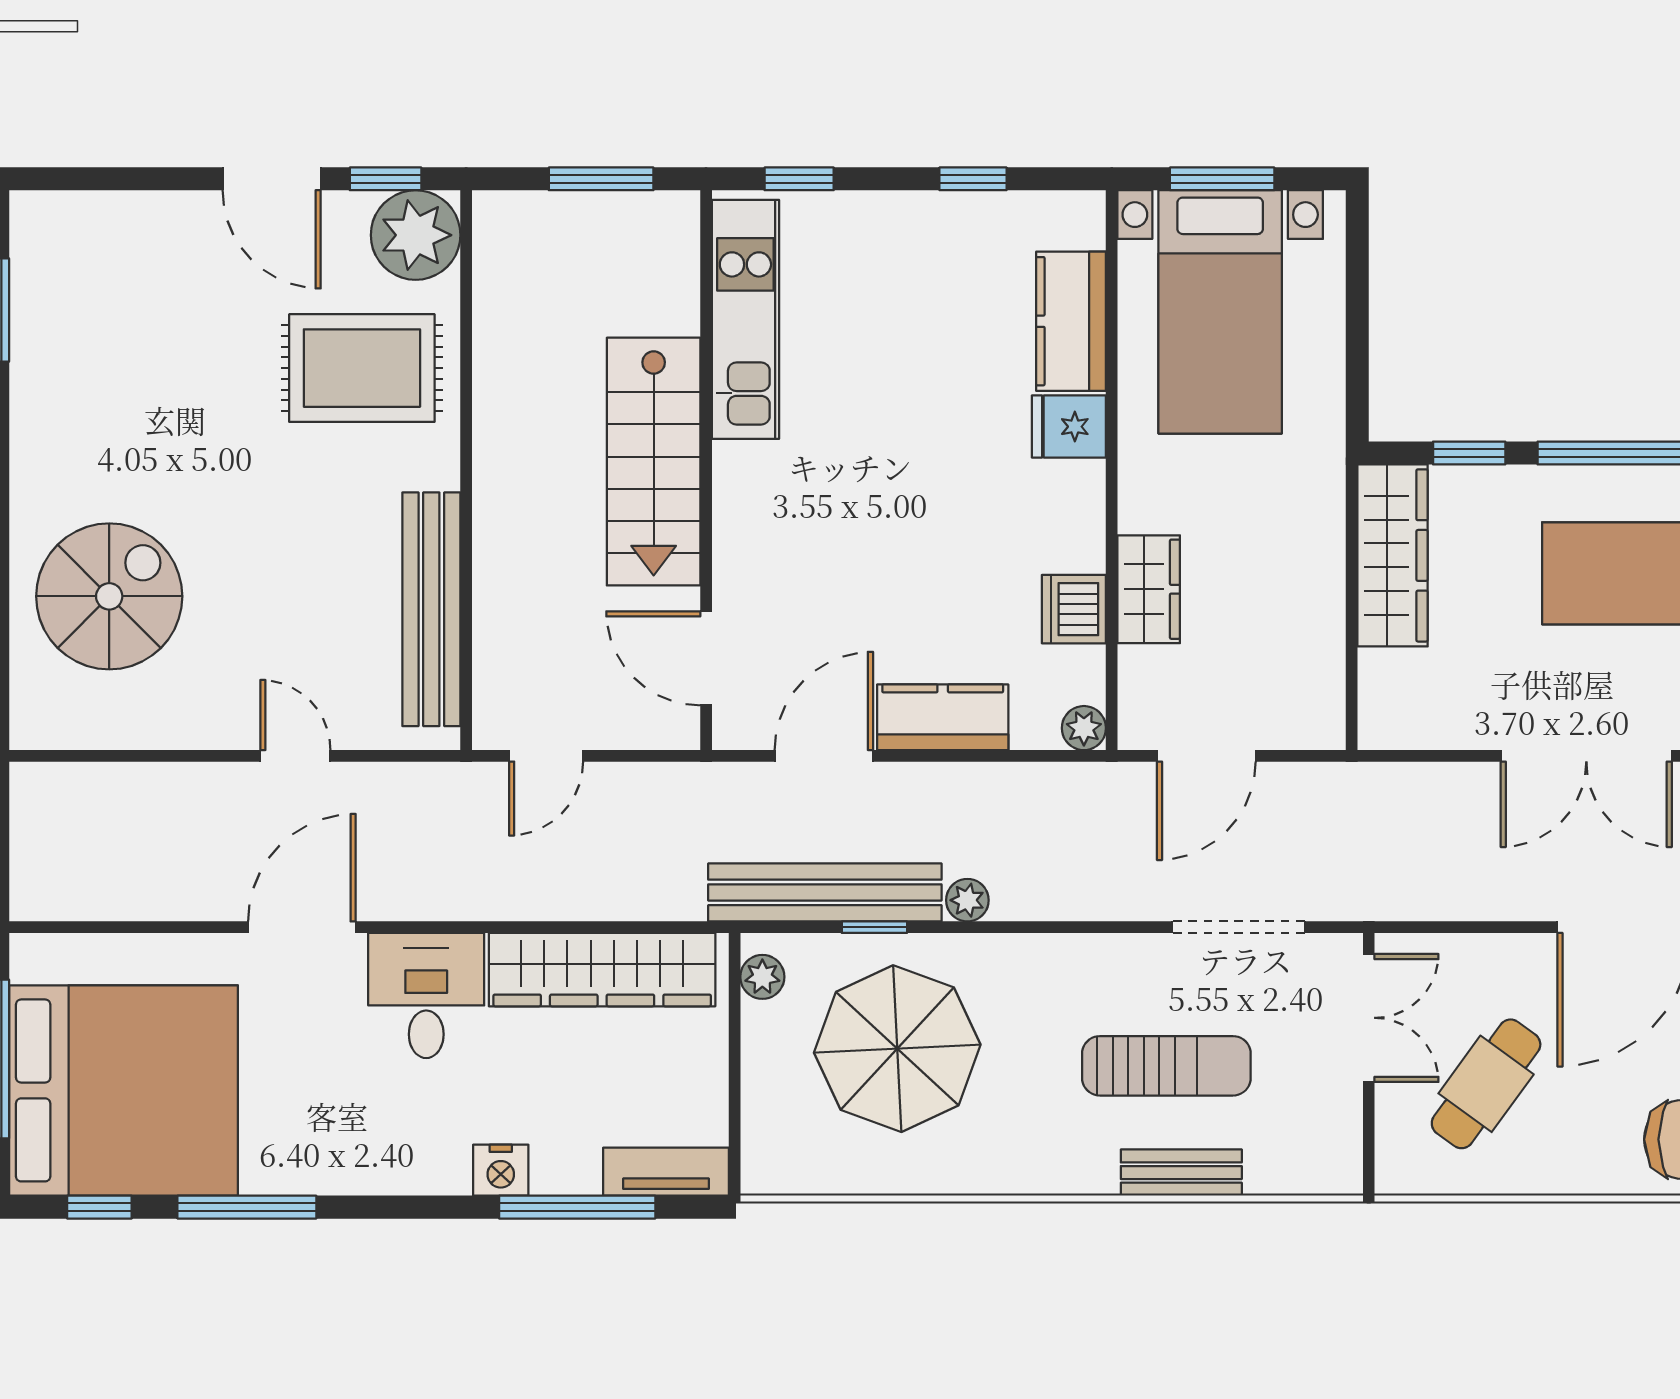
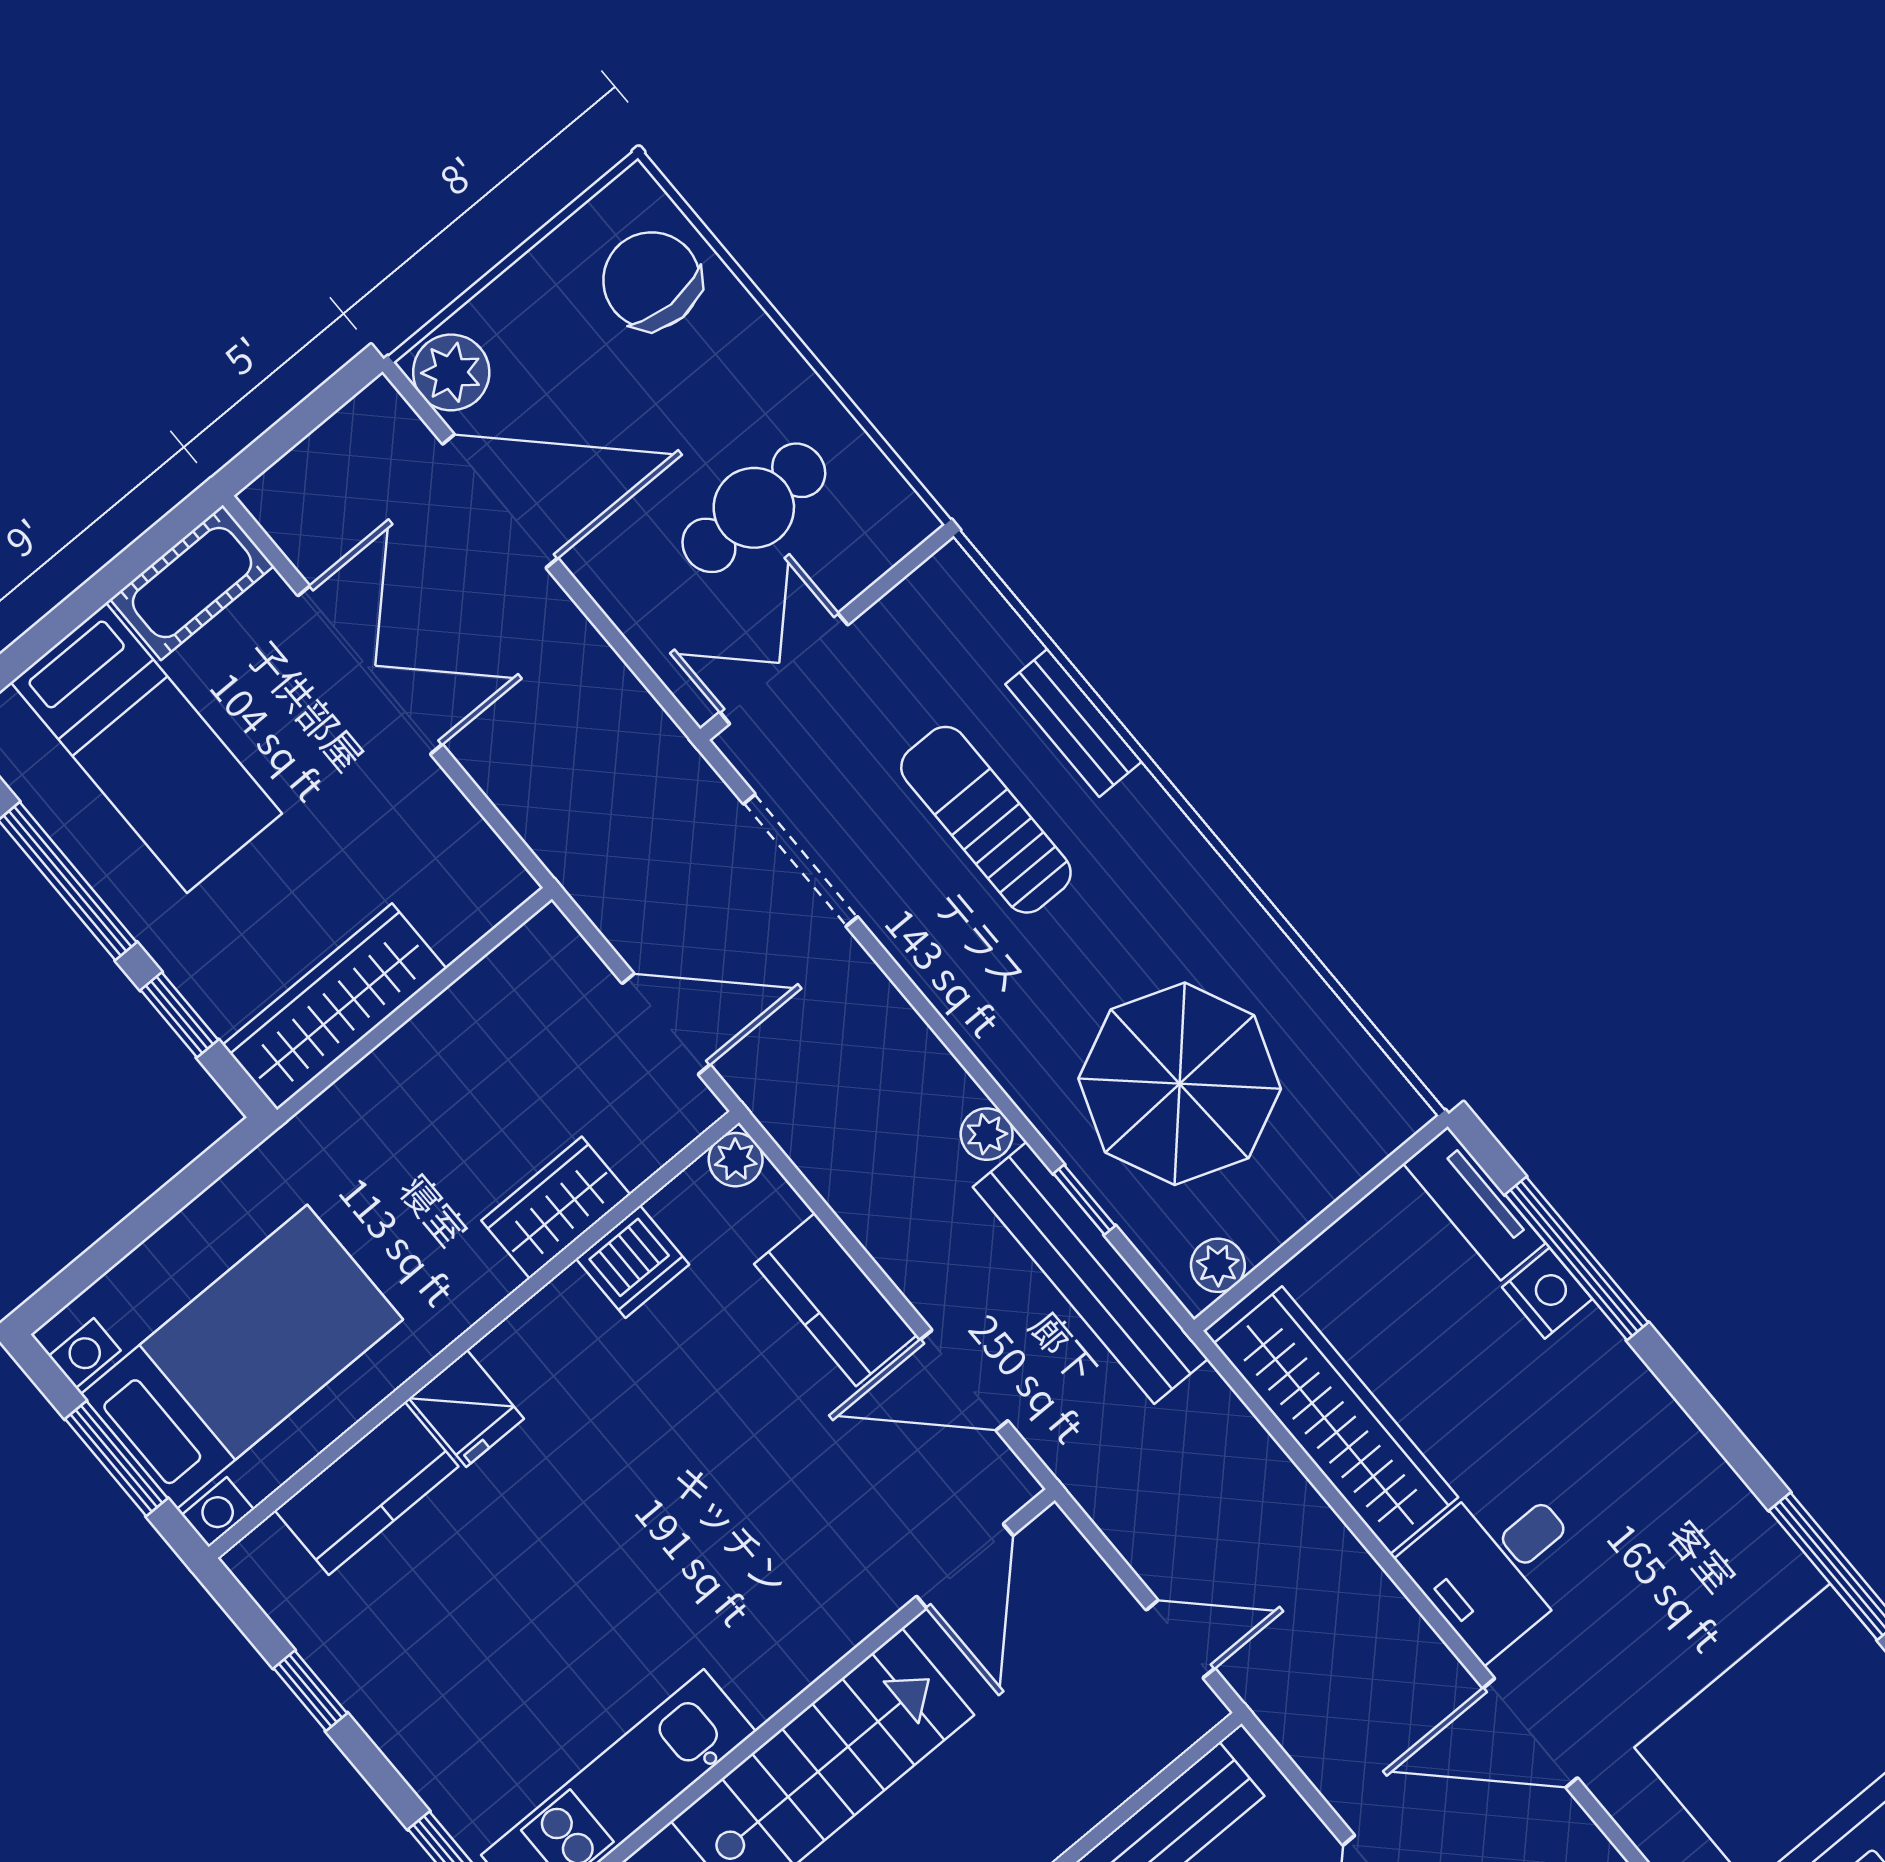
cafe table: (1486, 1084) -> (754, 508), turned -36
nightstand: (501, 1170) -> (1547, 1293), moved

